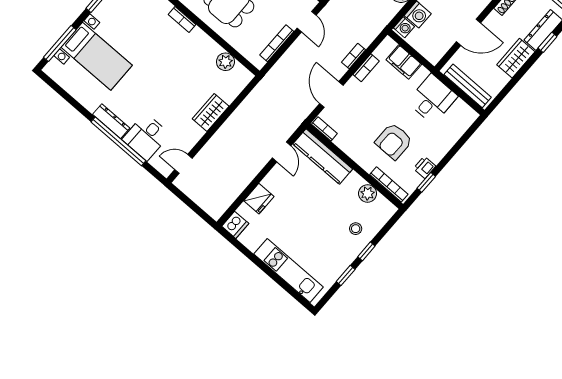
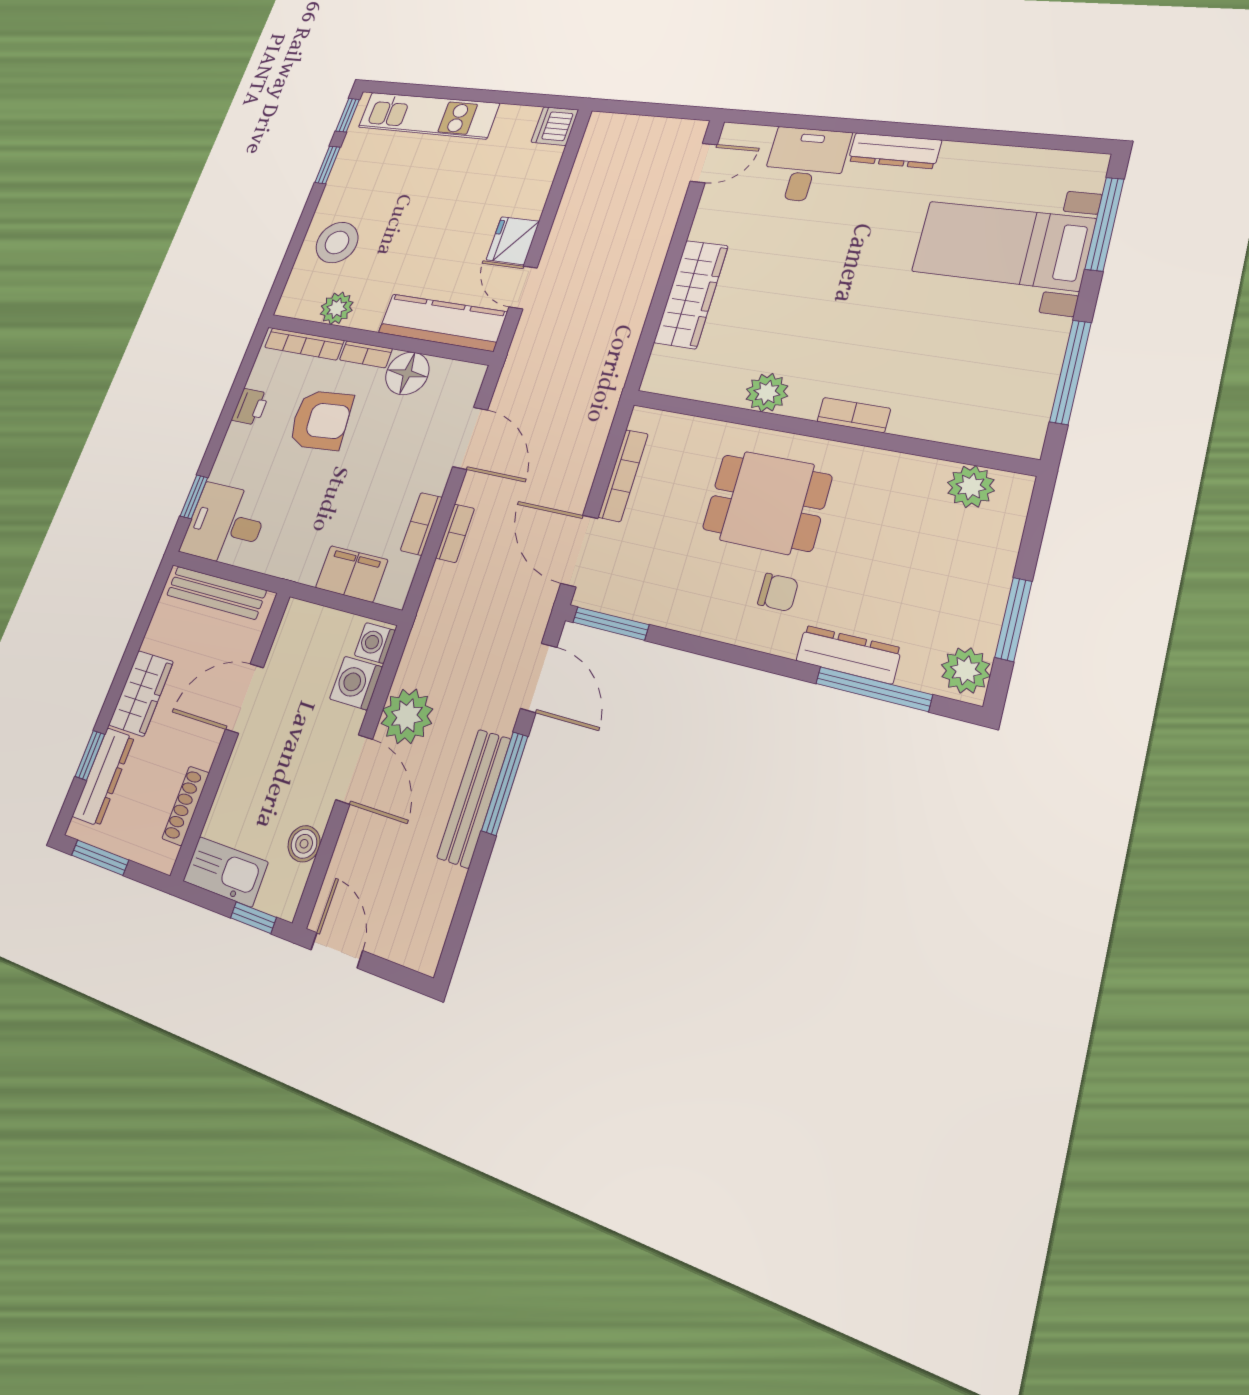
door: (307, 22) -> (579, 551), width x1.38
plant: (225, 62) -> (767, 393), moved
desk: (432, 99) -> (225, 524), moved, turned 90
wardrobe: (211, 112) -> (691, 294), width x1.50
bookcase: (324, 129) -> (366, 354), moved
window: (118, 141) -> (858, 126), removed
floor lamp: (347, 141) -> (407, 373), added
armchair: (394, 141) -> (321, 420), turned 85
window: (426, 182) -> (194, 497), moved
fridge: (259, 199) -> (513, 241), moved
stool: (356, 229) -> (337, 242), width x1.89, depth x1.89
window: (366, 251) -> (348, 115), moved

